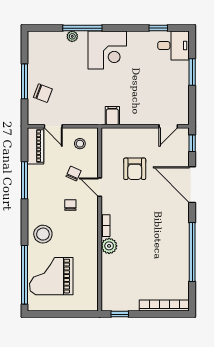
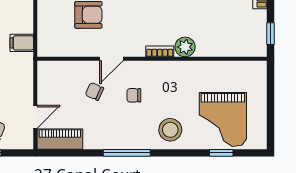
stool: (80, 144) -> (57, 84), removed
window: (25, 180) -> (127, 153), moved
window: (25, 275) -> (221, 153), width x0.32

